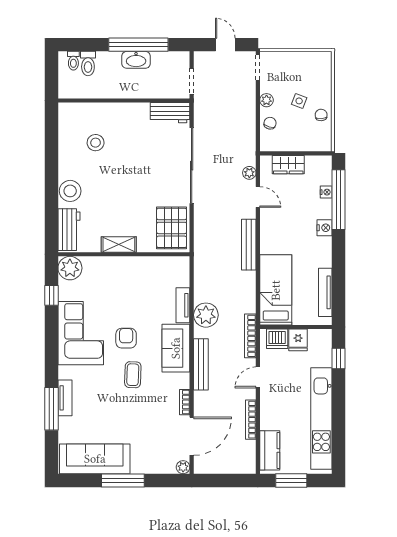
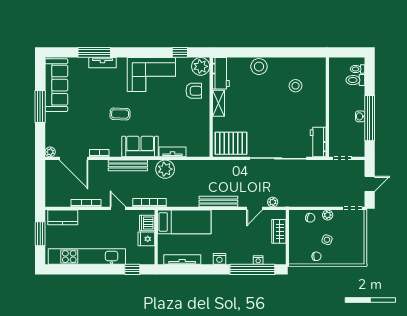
washbasin: (136, 60) -> (360, 116), width x0.52, depth x0.69
nightstand: (325, 228) -> (219, 259), moved
workbench: (69, 230) -> (221, 73), moved, turned -90
armchair: (126, 338) -> (194, 91), moved

